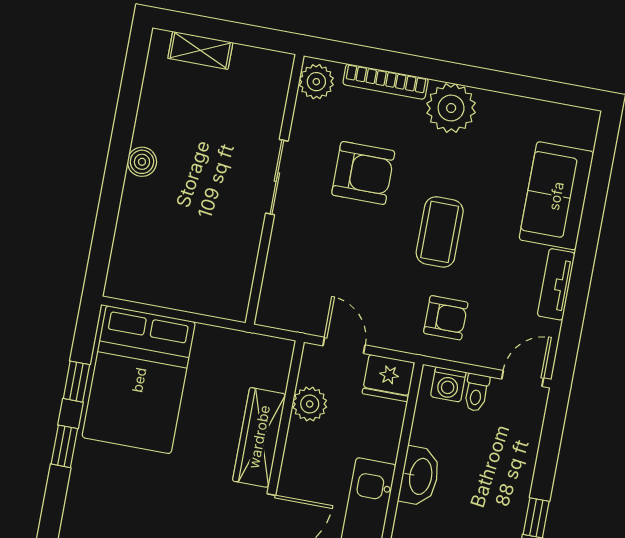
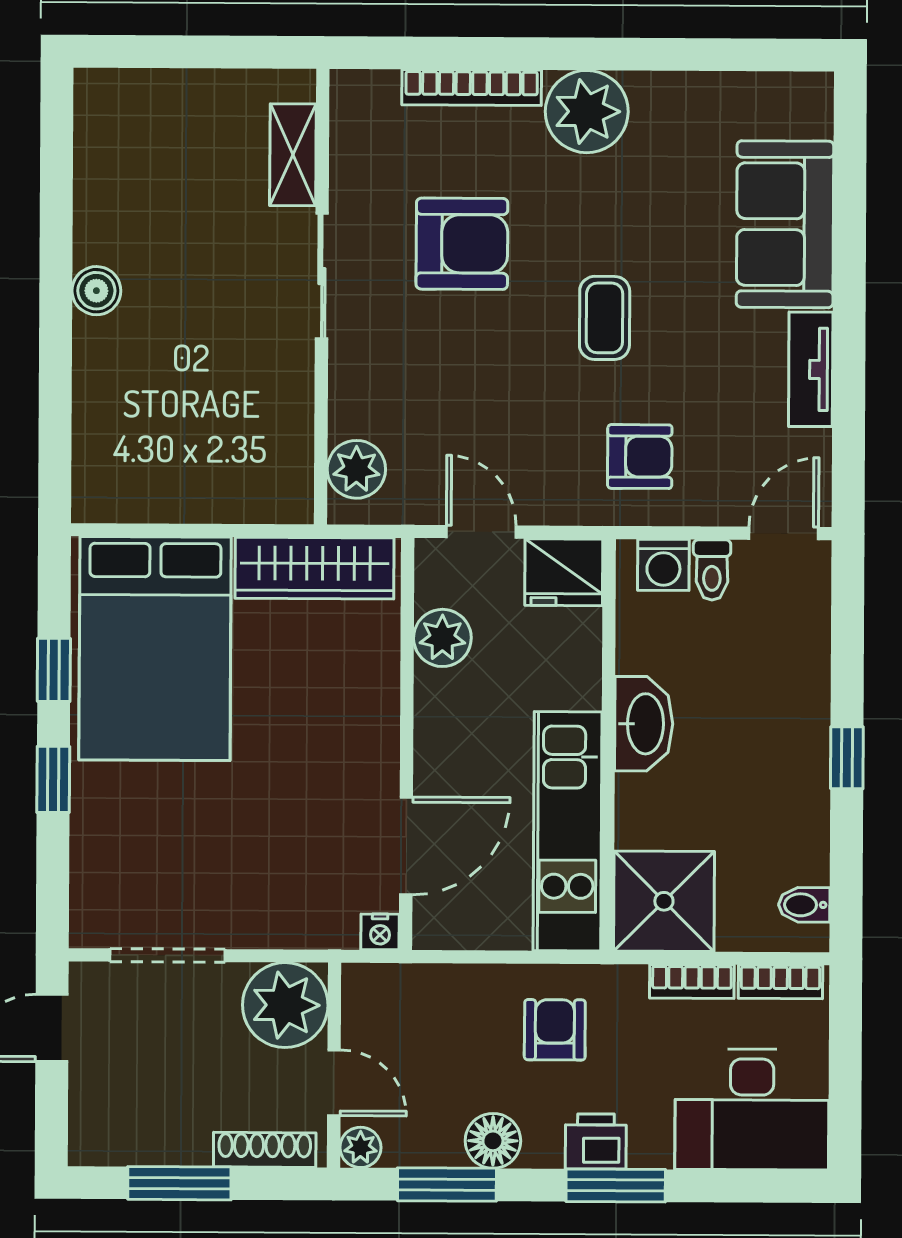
shelving: (200, 50) -> (293, 155), moved, turned 90
plant: (316, 82) -> (356, 469), moved
coffee table: (440, 232) -> (605, 318), width x0.73, depth x0.77
wardrobe: (259, 437) -> (315, 568), moved, turned -90

